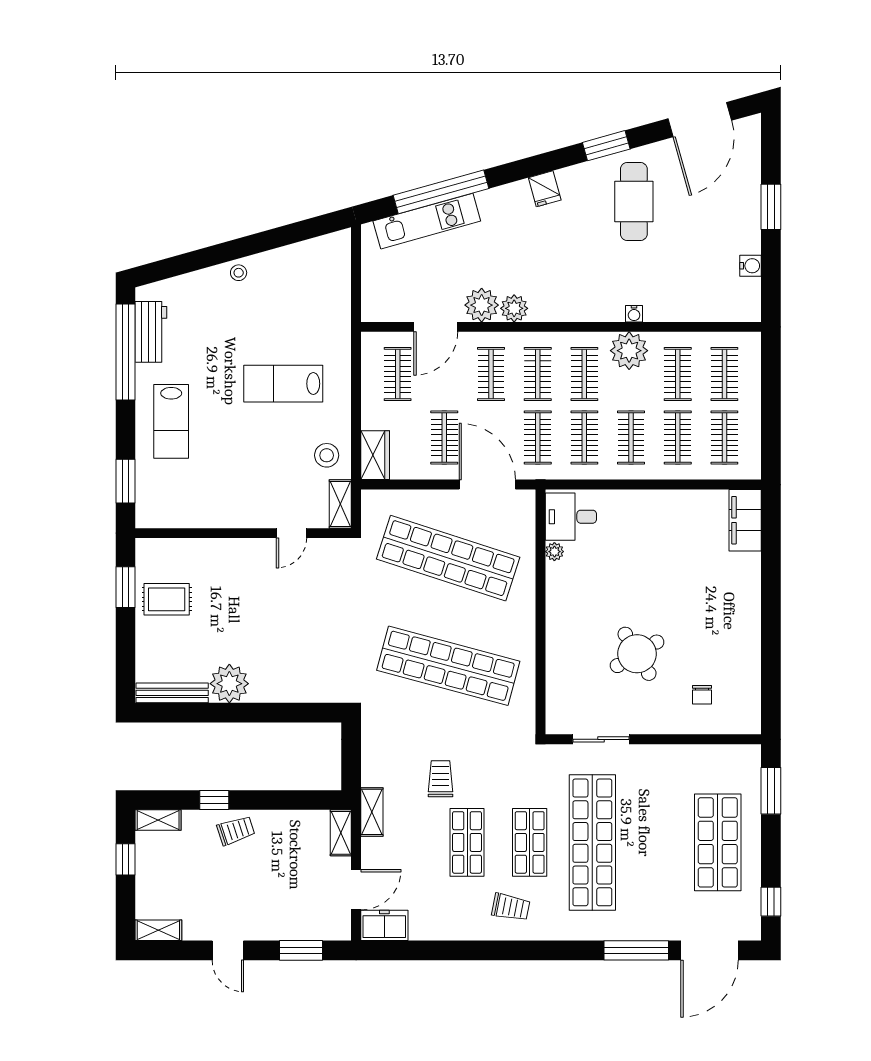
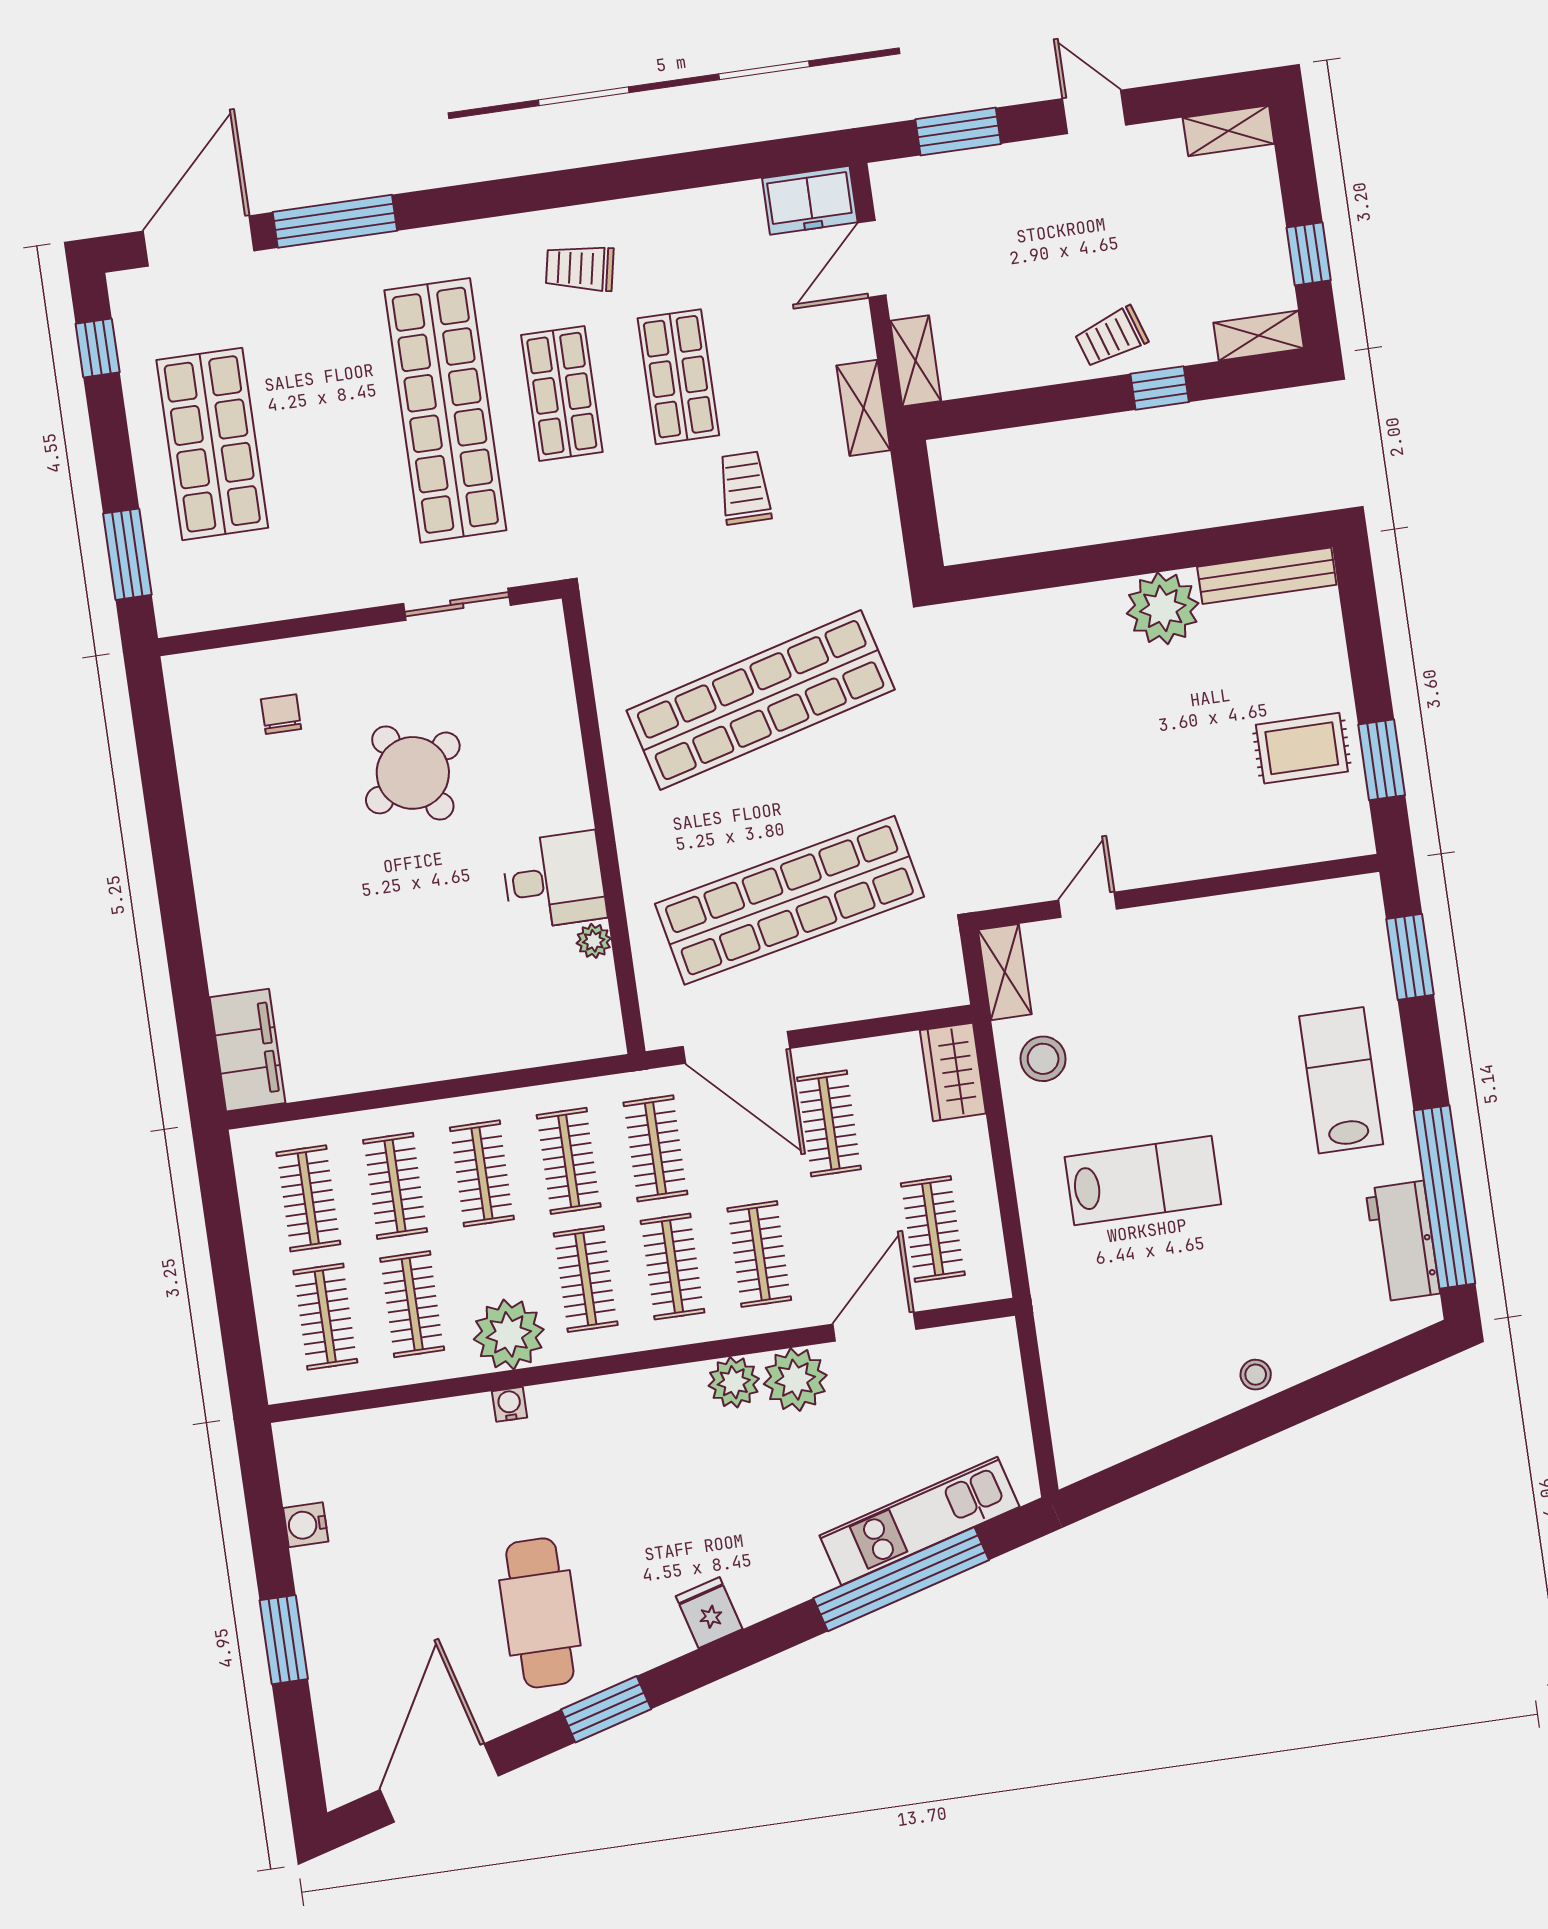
desk: (571, 517) -> (554, 880), moved
shop shelf: (448, 558) -> (789, 900), turned -30
shop shelf: (448, 666) -> (761, 700), turned -30
trolley: (441, 779) -> (745, 488), turned 180

